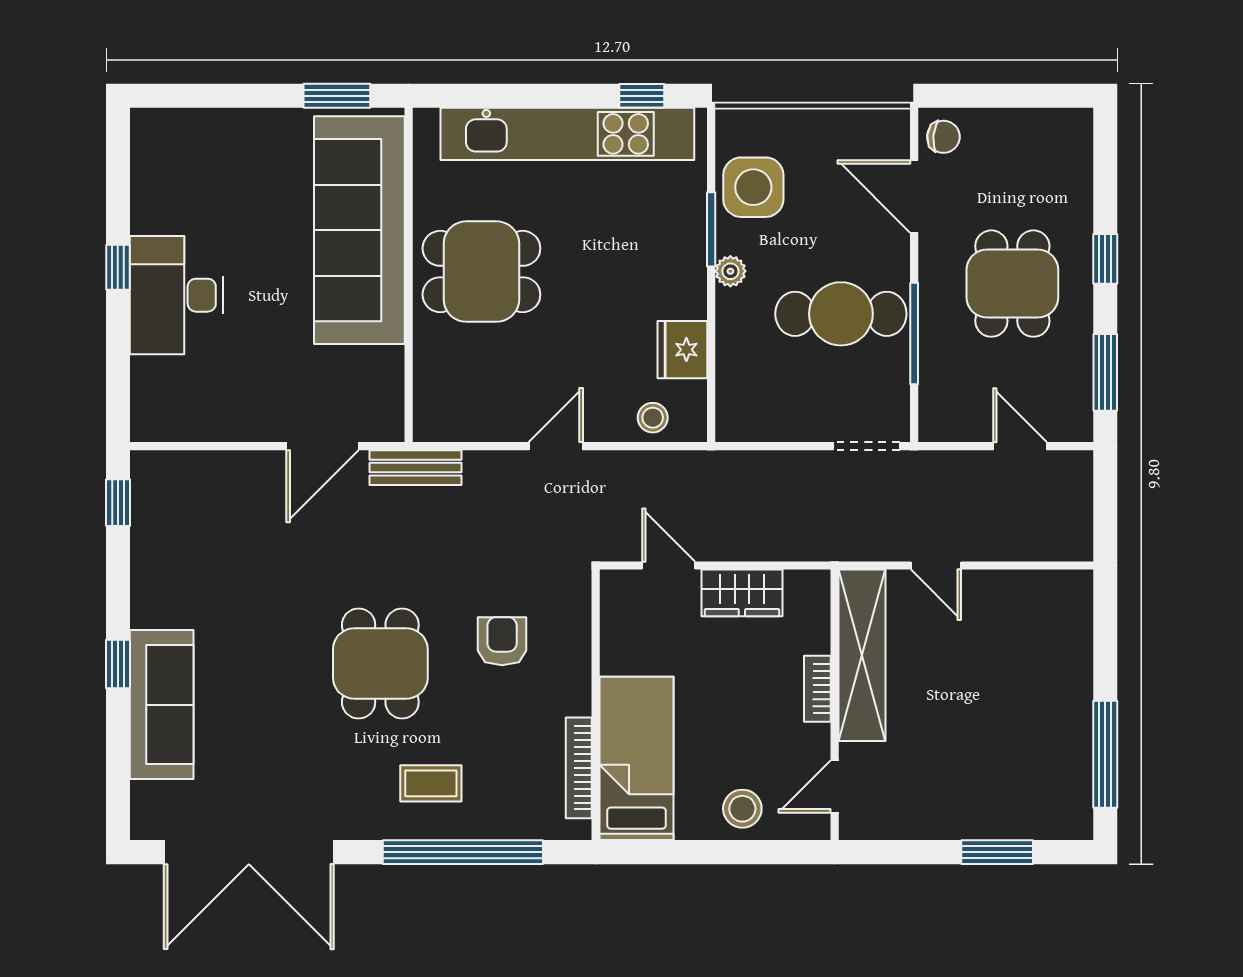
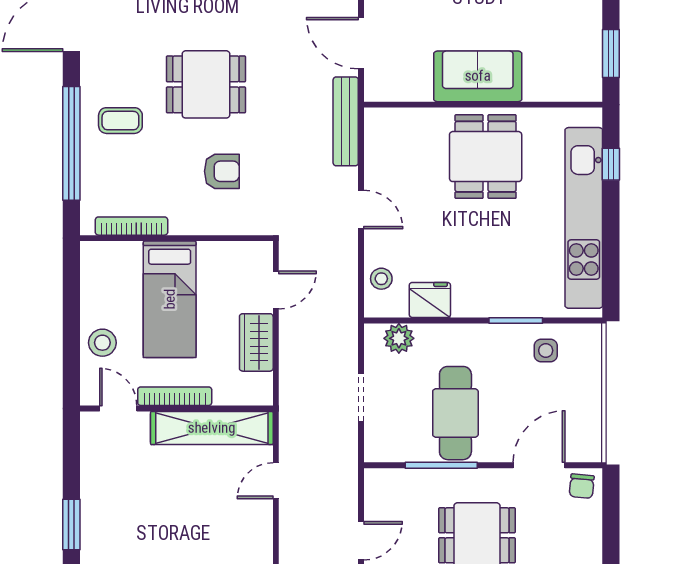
window: (642, 96) -> (611, 164), moved
side table: (753, 187) -> (546, 351), width x0.54, depth x0.54
sofa: (359, 230) -> (478, 76), width x0.54, depth x0.79
plant: (730, 271) -> (399, 338), moved, width x1.38, depth x1.38
doorway: (867, 446) -> (361, 397), moved
bench: (415, 468) -> (346, 121), width x1.36
bookcase: (817, 689) -> (175, 396), width x1.56
bed: (637, 758) -> (170, 299), moved, turned 90
coffee table: (431, 783) -> (120, 121), turned 90

